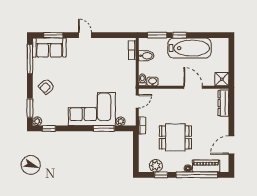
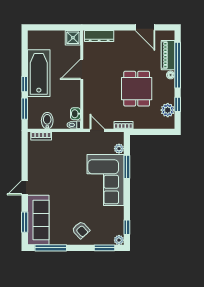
sofa: (49, 48) -> (38, 220), width x1.36

